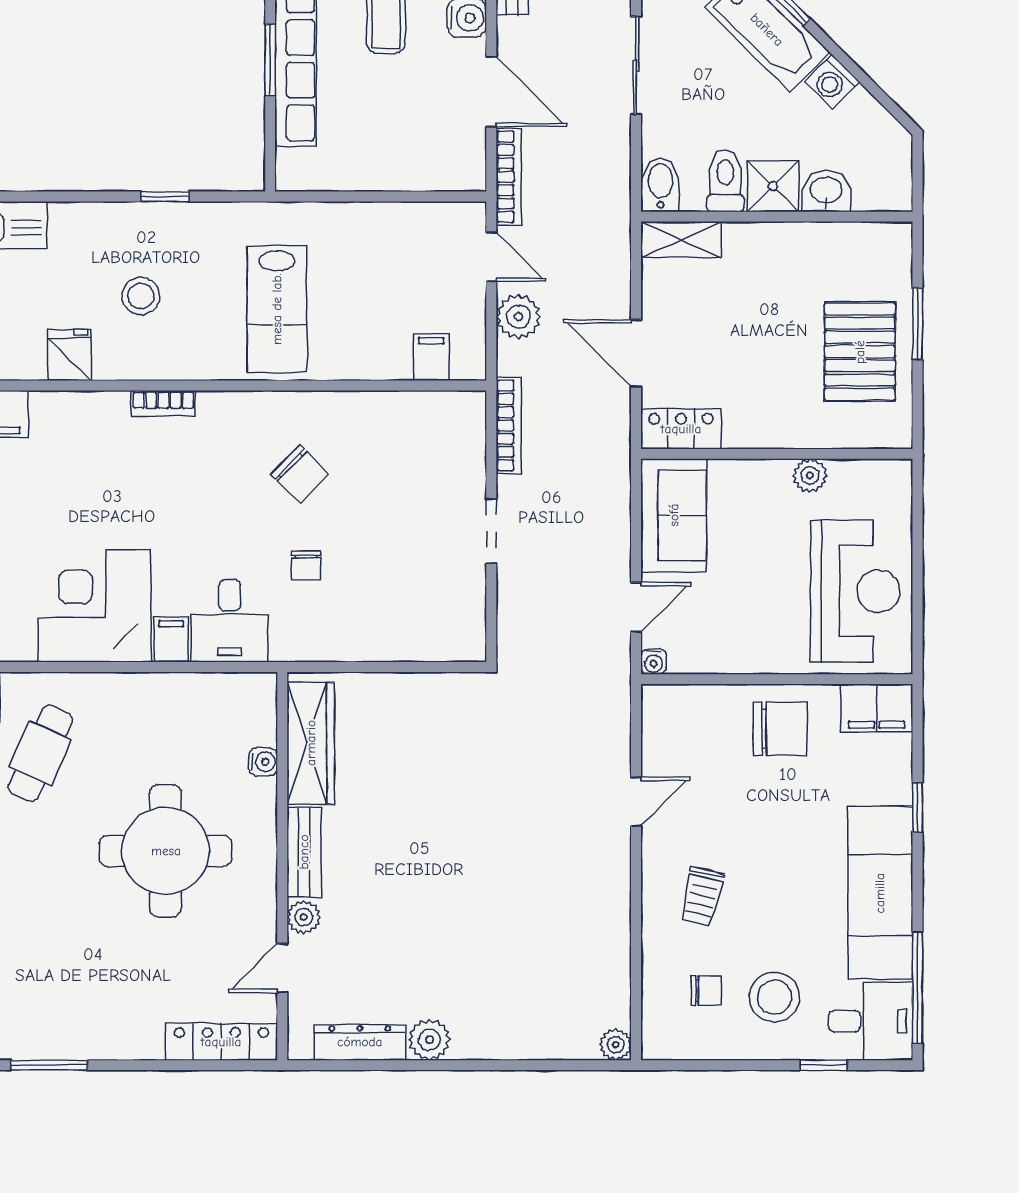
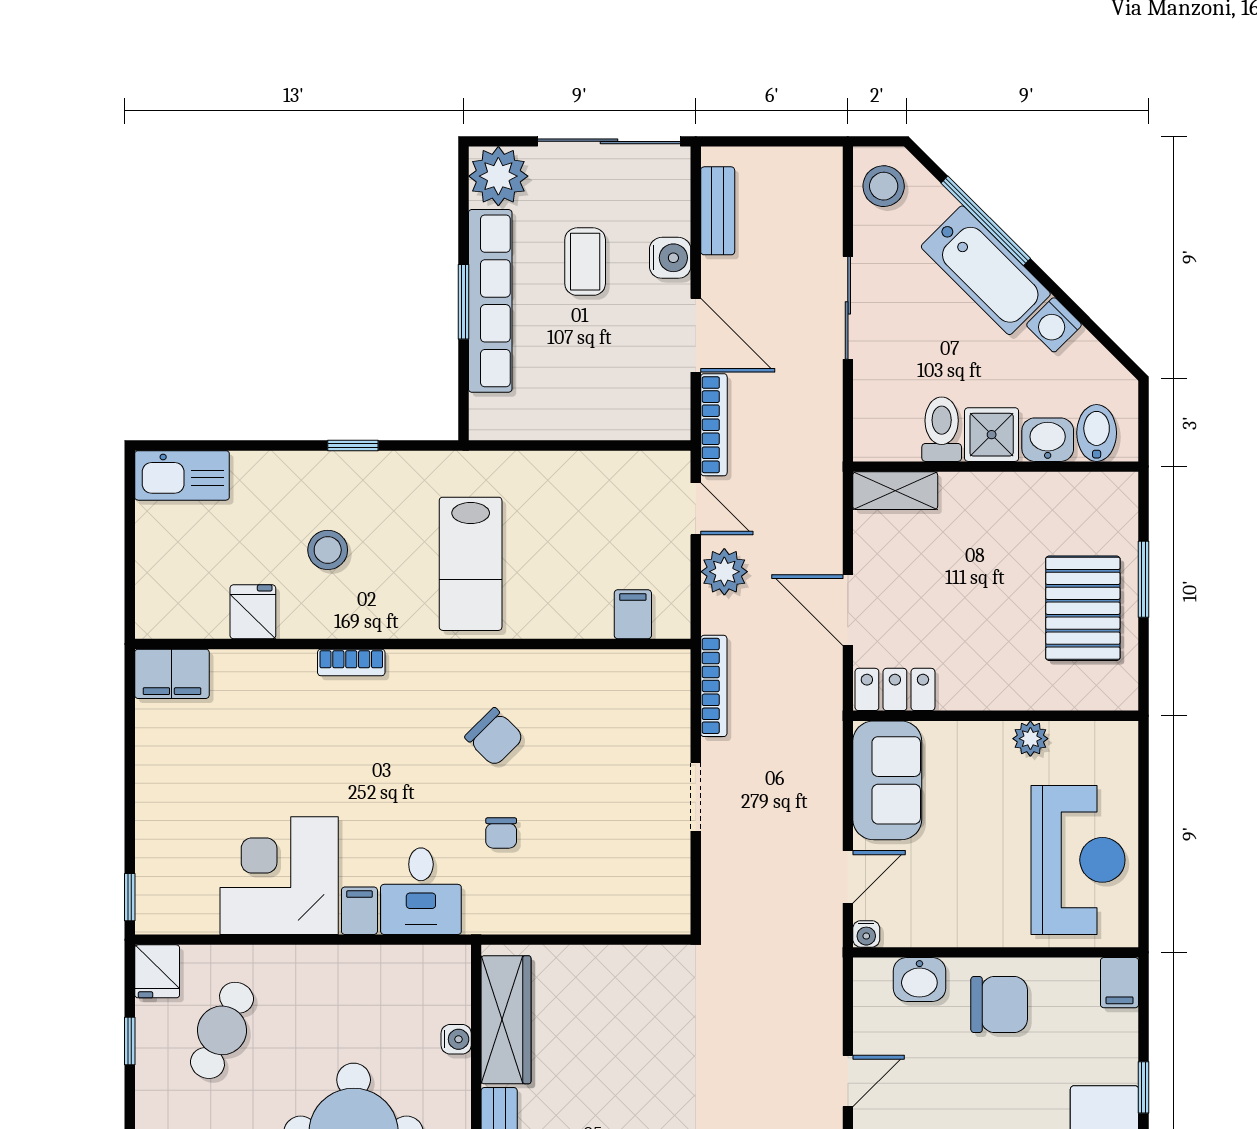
bidet: (660, 185) -> (1097, 433), moved
washbasin: (704, 705) -> (919, 979), added
filing cabinet: (877, 708) -> (1119, 983), width x0.50

